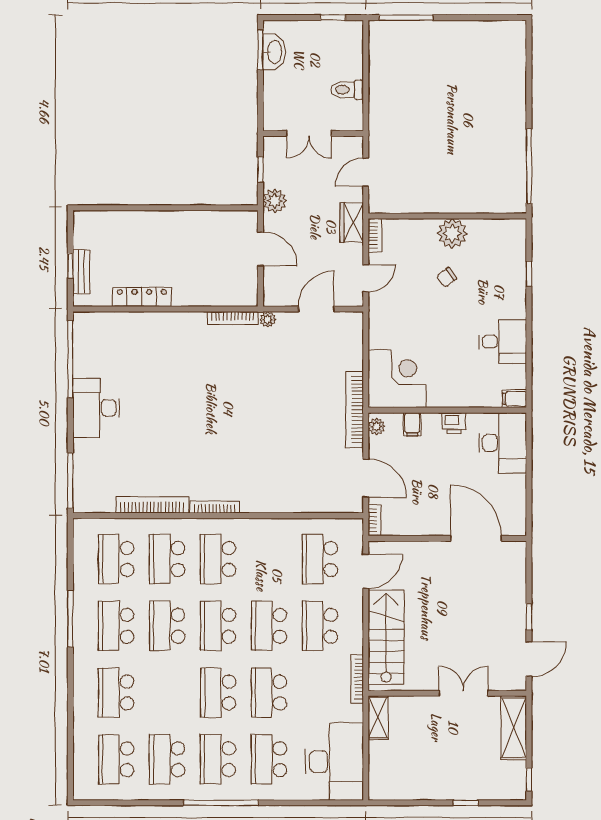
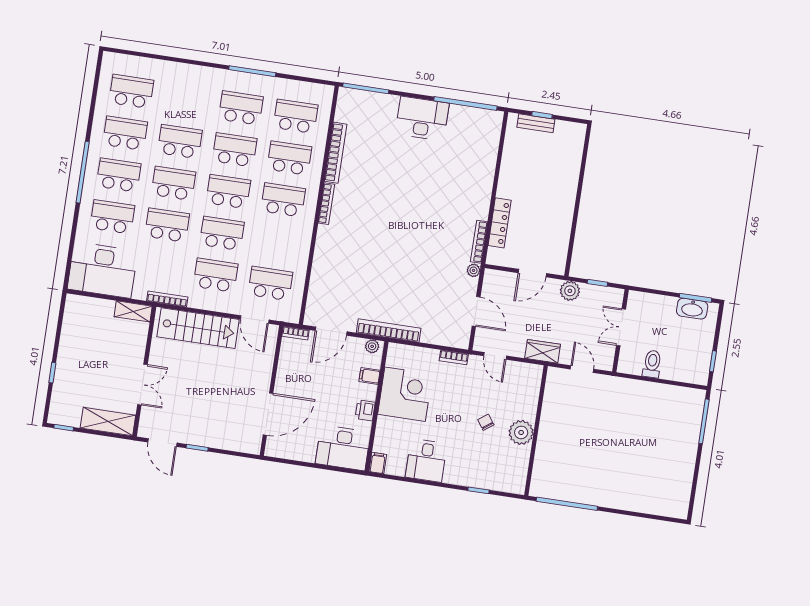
bookcase: (375, 235) -> (454, 357), moved
locker: (142, 297) -> (500, 223), moved
corner desk: (397, 379) -> (405, 394), moved, turned -90
school desk: (116, 693) -> (180, 141), moved

